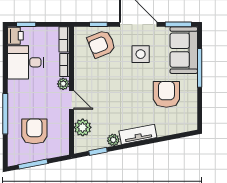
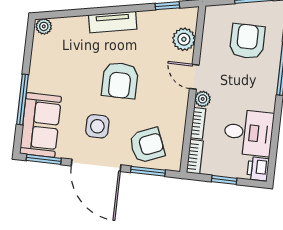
window: (26, 24) -> (224, 180), moved
window: (98, 24) -> (148, 171), width x1.50
armchair: (166, 94) -> (120, 80), moved
armchair: (34, 131) -> (247, 41), turned 180
plant: (113, 140) -> (44, 26), moved

